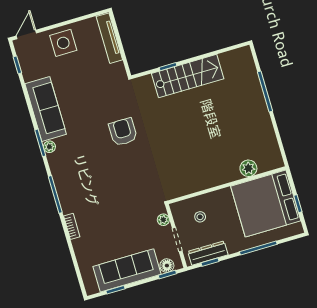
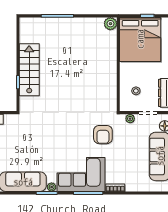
armchair: (123, 132) -> (103, 135), moved, turned -90
plant: (248, 168) -> (110, 24), moved
corner sofa: (76, 179) -> (81, 175), added

